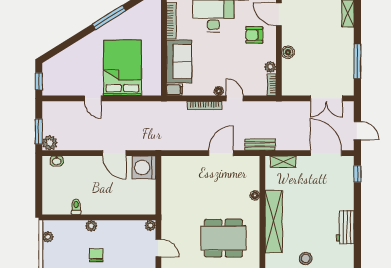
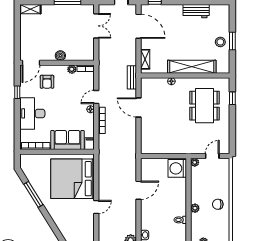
bed: (122, 68) -> (72, 179), width x1.36
door: (326, 153) -> (139, 26), swing flipped
washing machine: (144, 167) -> (177, 168), moved, turned 90

